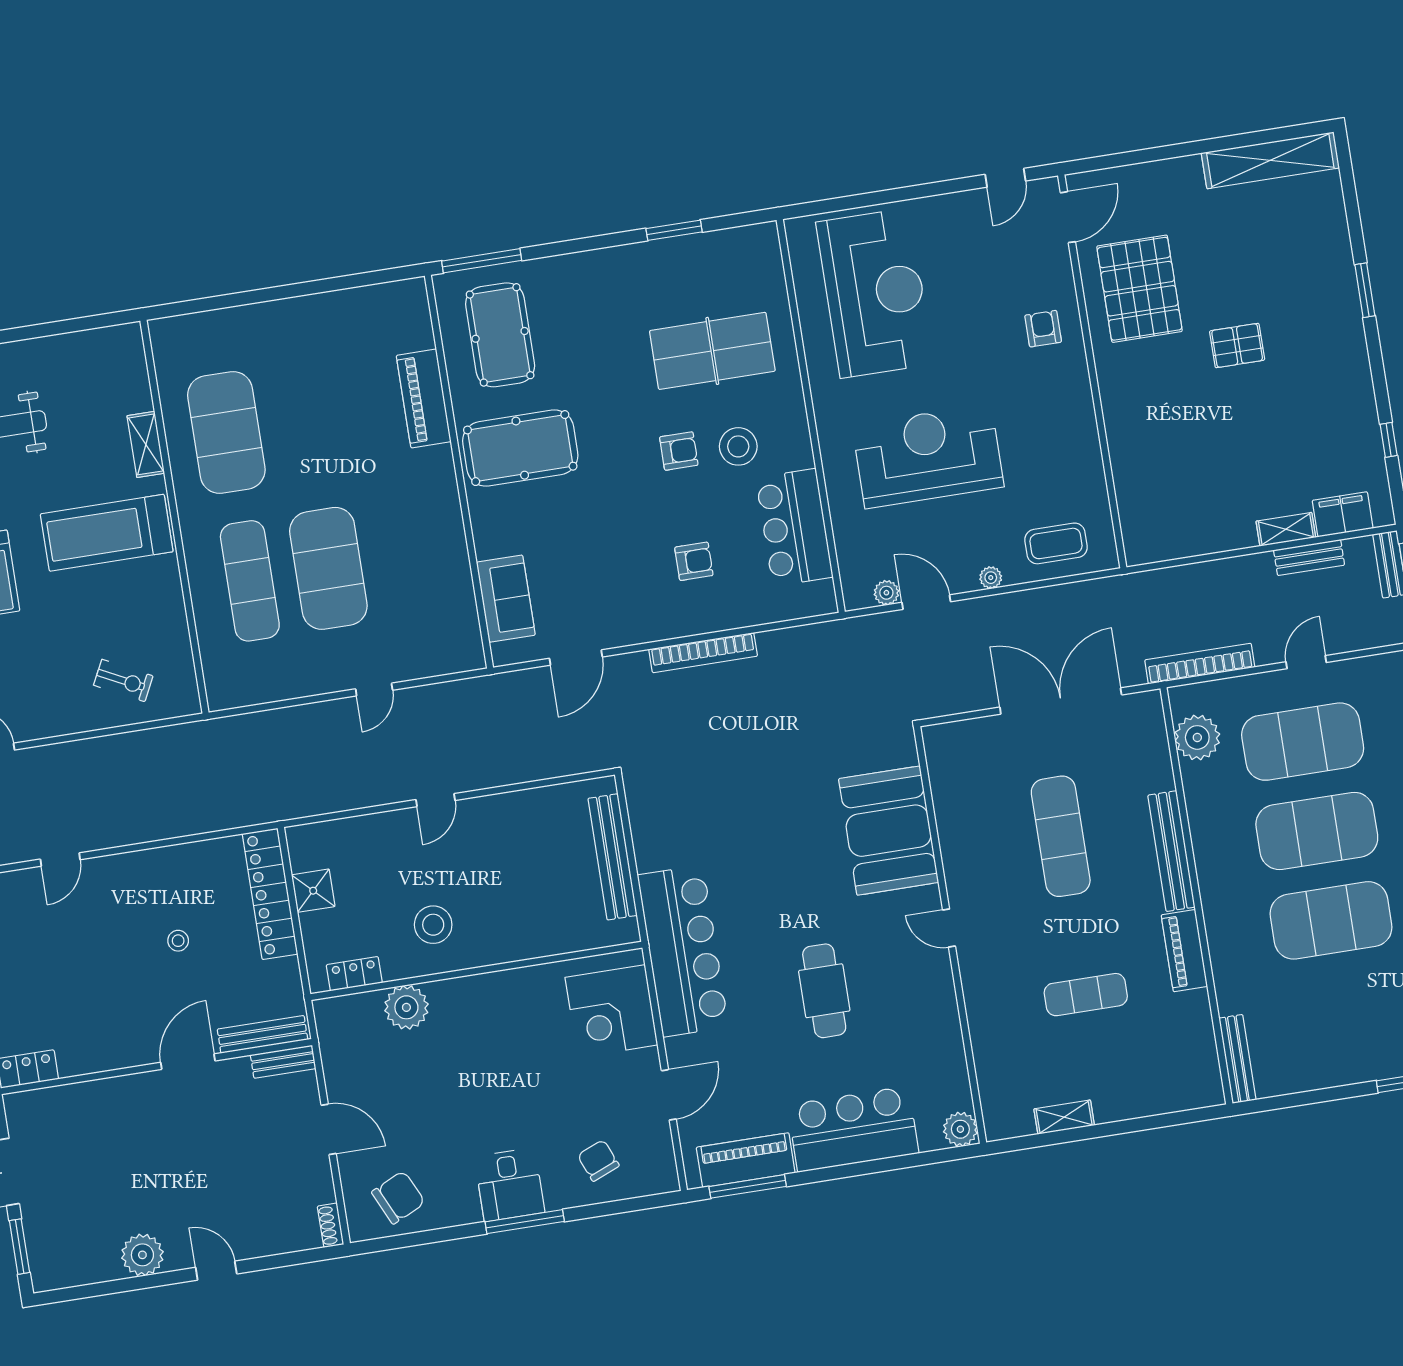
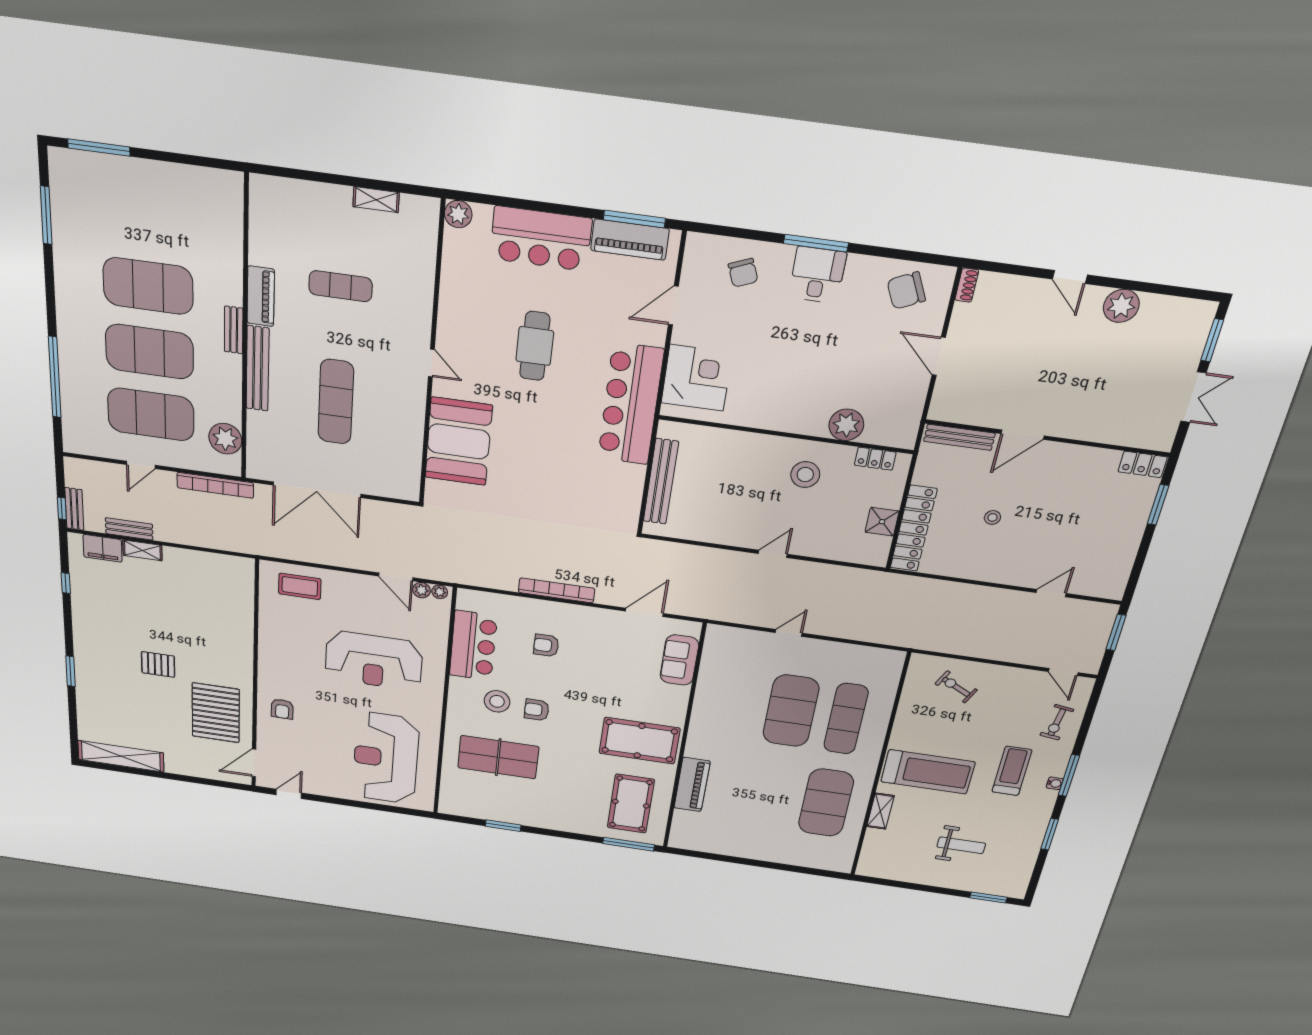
plant: (991, 578) -> (440, 592), moved
bench: (1237, 1059) -> (234, 330), moved, width x0.73
bench: (283, 1062) -> (952, 414), removed

